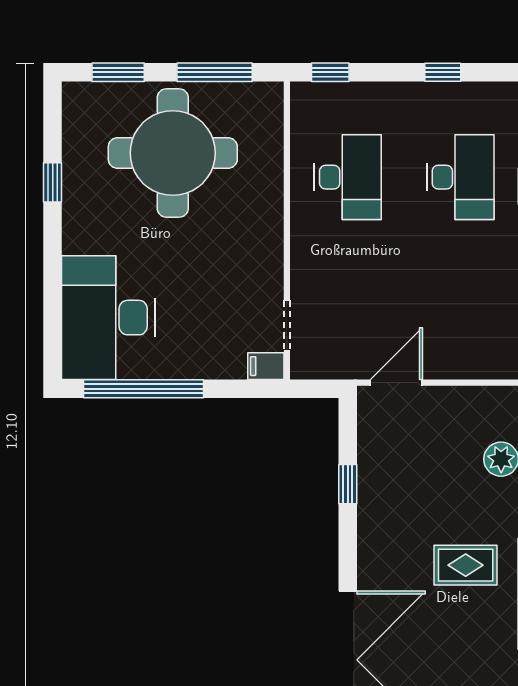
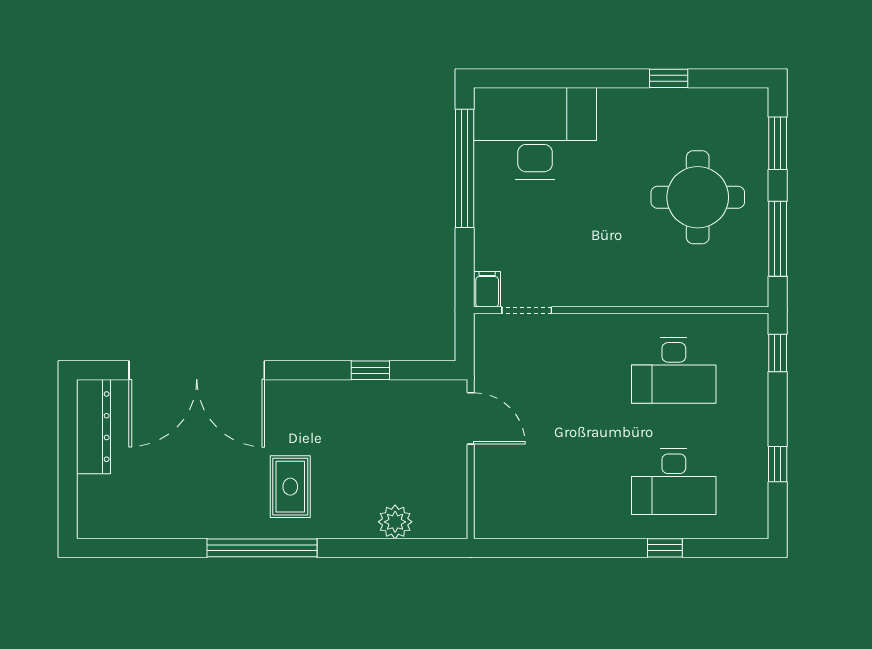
round table: (173, 153) -> (698, 197), width x0.73, depth x0.73

